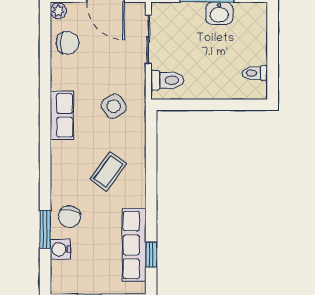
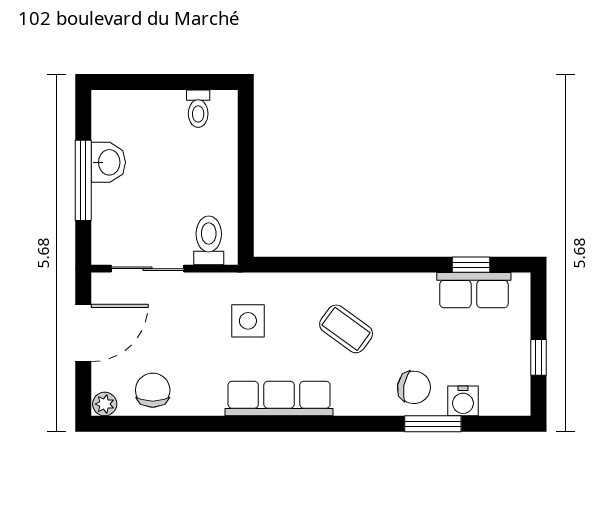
side table: (114, 106) -> (248, 321), turned 34
row of seats: (62, 115) -> (279, 399), width x1.48
row of seats: (134, 245) -> (474, 290), width x0.68

